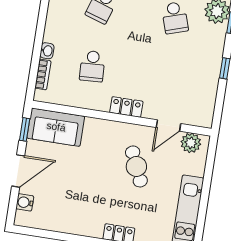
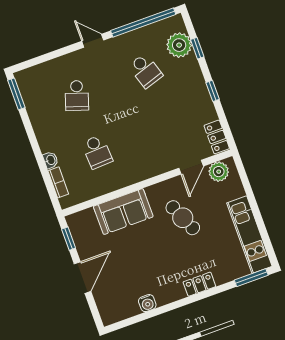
locker: (126, 107) -> (217, 137), moved, turned -90
sofa: (56, 127) -> (123, 212), moved
water cooler: (25, 202) -> (147, 303), moved, turned -90

